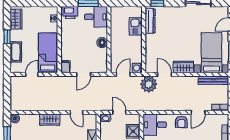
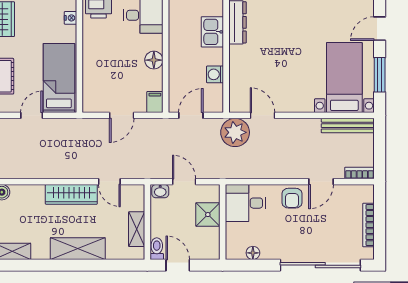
filing cabinet: (65, 67) -> (155, 102), moved
wardrobe: (183, 67) -> (296, 102), removed
washing machine: (137, 68) -> (215, 74), moved
wardrobe: (50, 120) -> (71, 194), width x1.50

